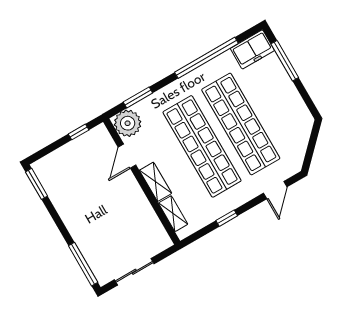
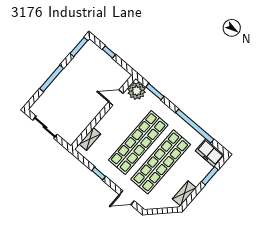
window: (285, 61) -> (210, 176), width x0.69
window: (79, 132) -> (109, 52), moved
shelving: (155, 182) -> (184, 193), moved
window: (83, 264) -> (52, 78), moved

